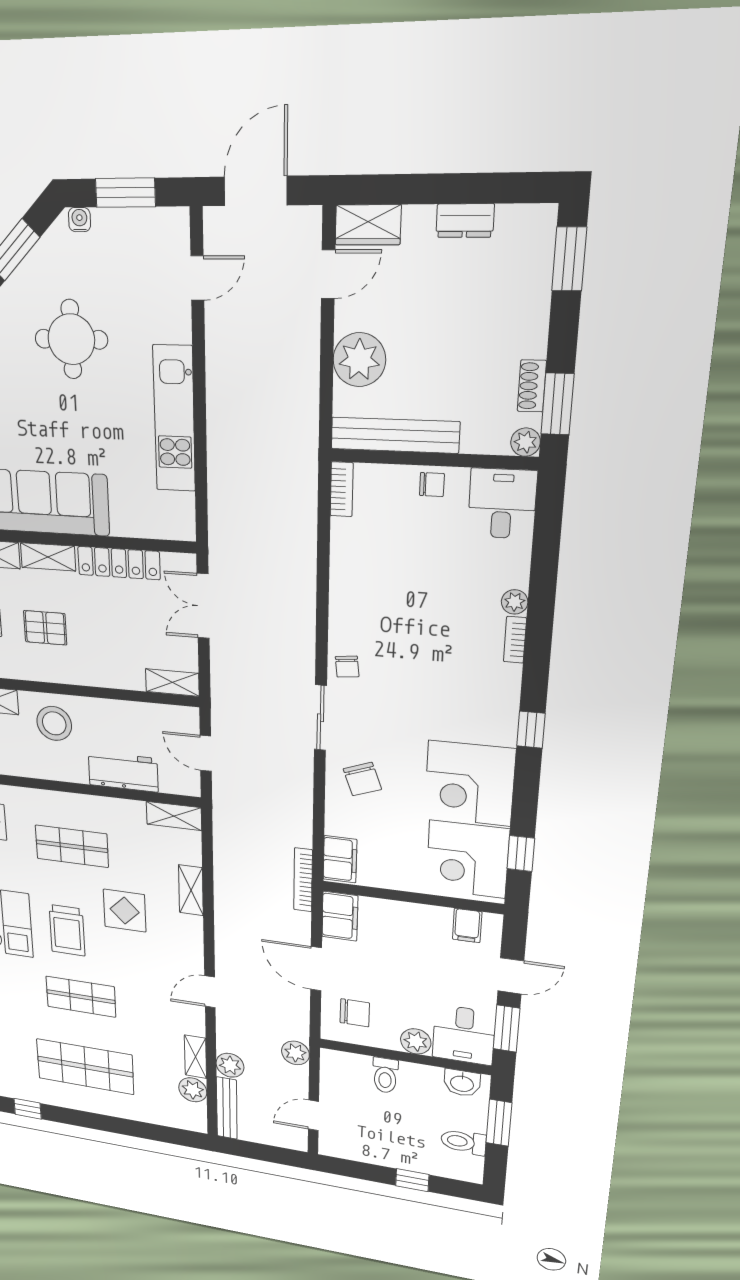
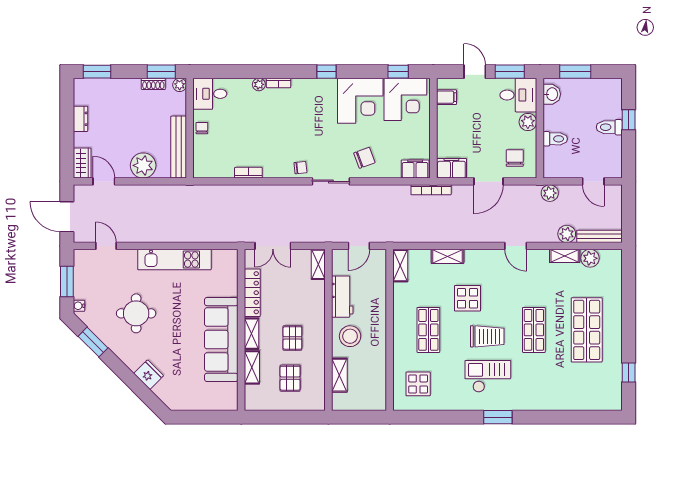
bookcase: (342, 489) -> (248, 173), moved
workbench: (123, 772) -> (342, 297), moved, turned 180
toilet: (463, 1142) -> (609, 127), moved, turned 90

